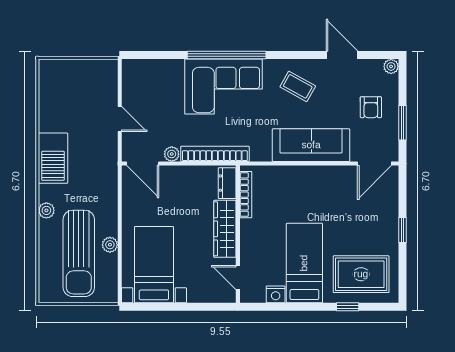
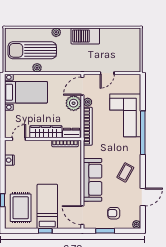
corner sofa: (223, 86) -> (125, 115), moved
plant: (173, 179) -> (74, 103), added
bed: (304, 263) -> (47, 206), moved, turned -90

